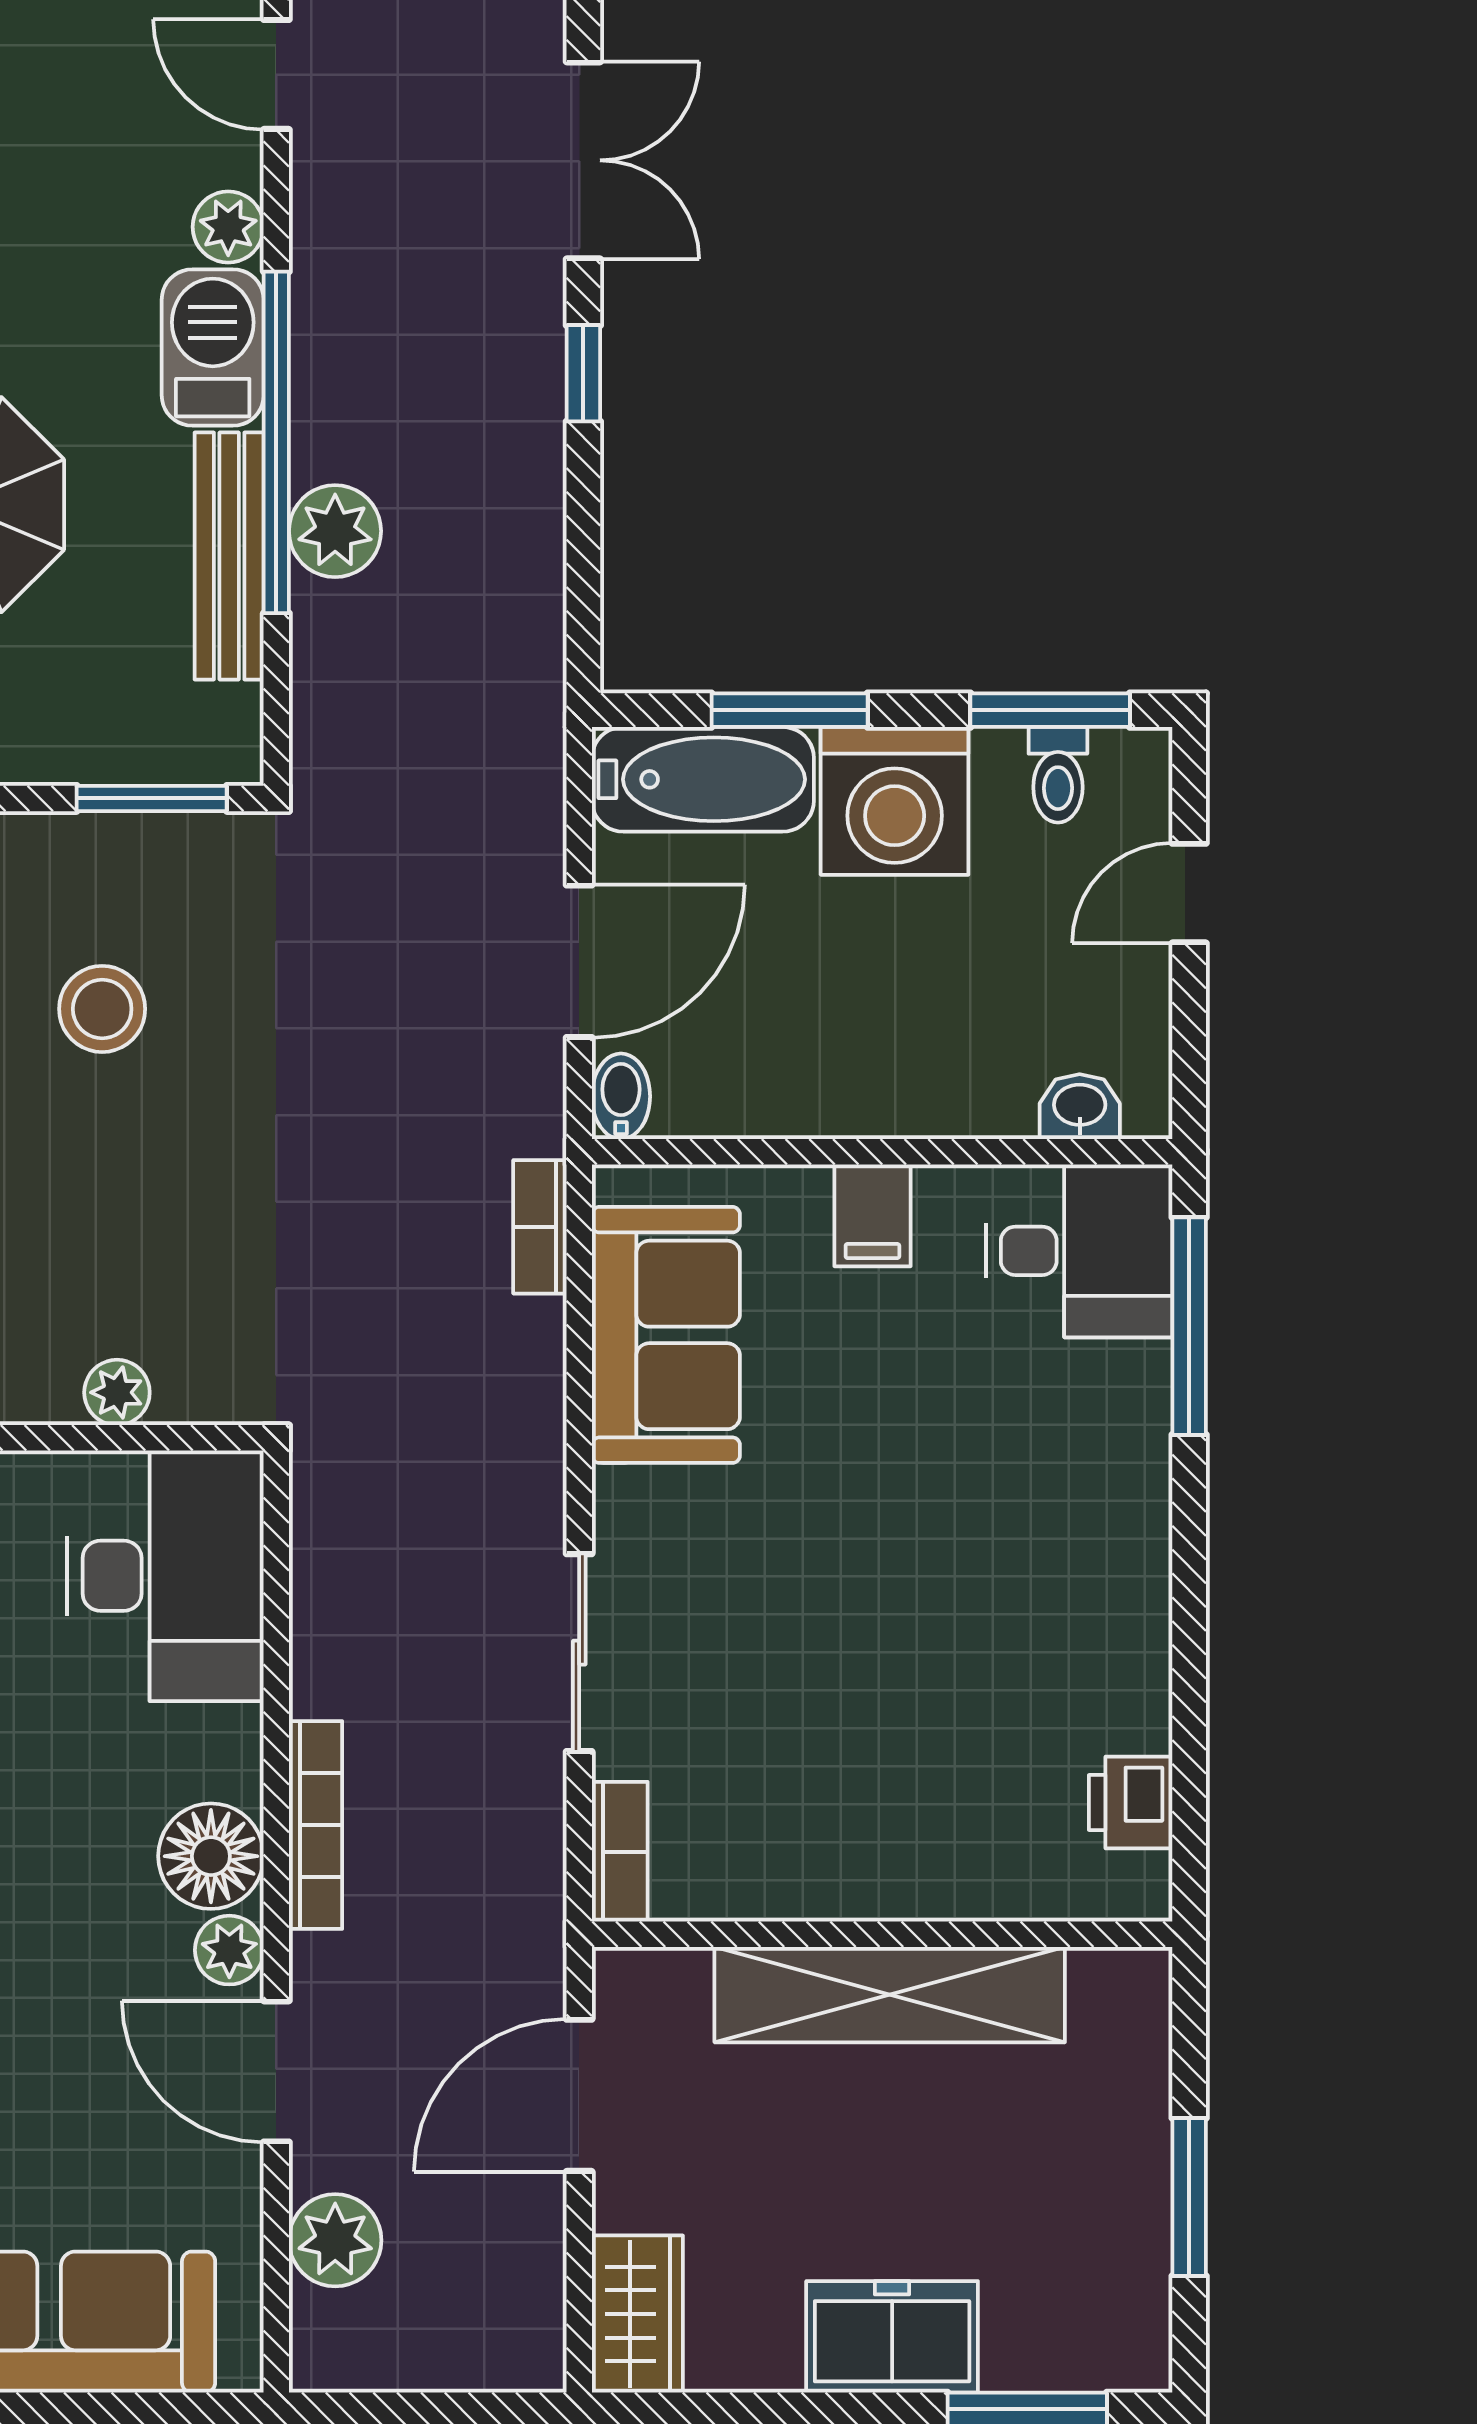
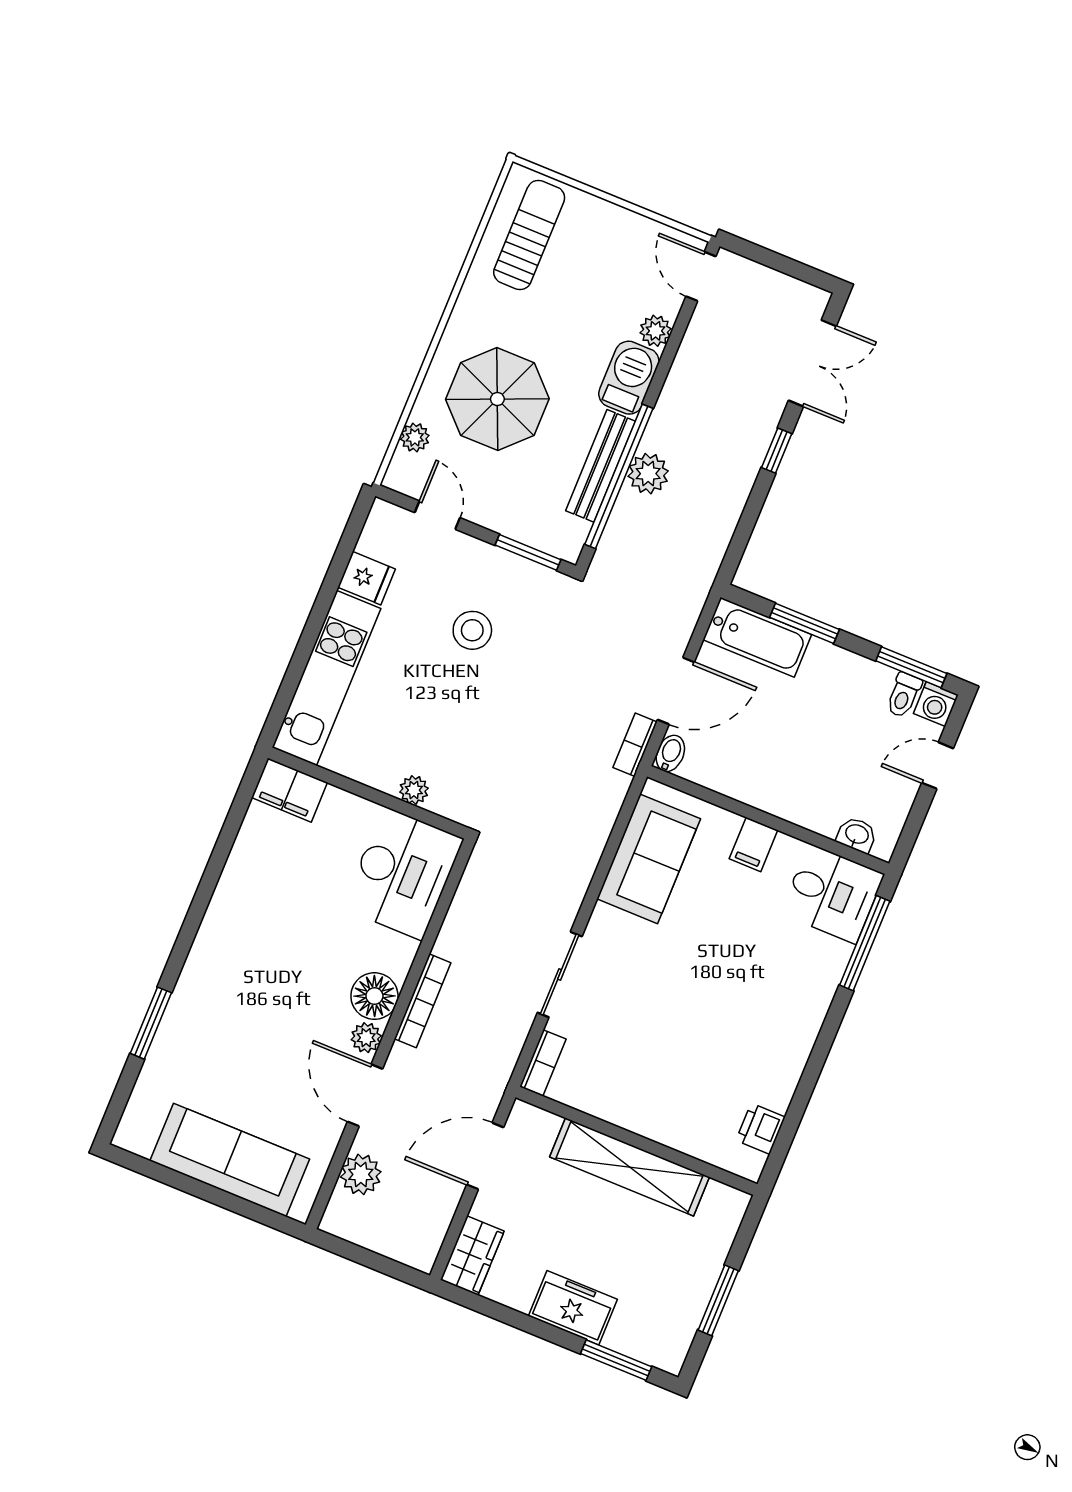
window: (276, 442) -> (619, 476), moved
washing machine: (895, 801) -> (936, 704), moved, width x0.53, depth x0.53
bookcase: (540, 1227) -> (635, 745), moved

